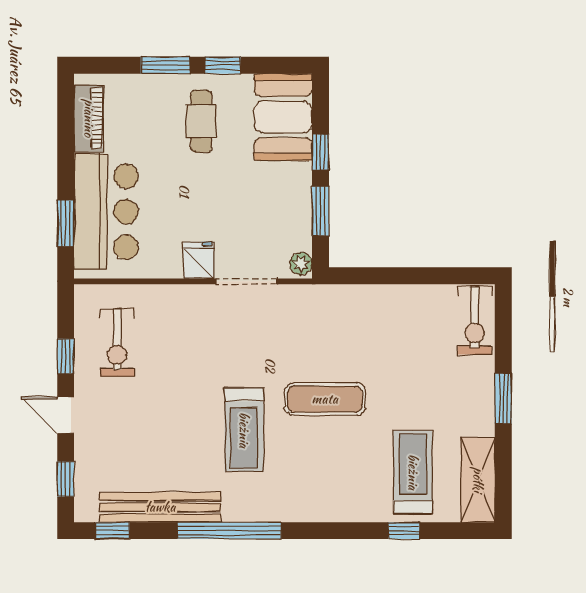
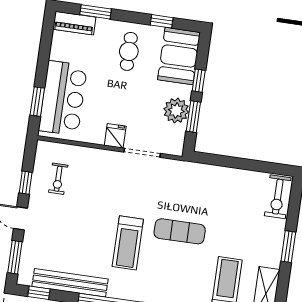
window: (165, 65) -> (96, 12), moved
window: (223, 65) -> (162, 21), moved
piano: (89, 118) -> (74, 23), moved, turned 90
plant: (301, 264) -> (176, 111), moved, width x1.87, depth x1.87
exercise bike: (117, 343) -> (58, 179), width x0.73, depth x0.72
window: (66, 479) -> (15, 257), width x1.50

